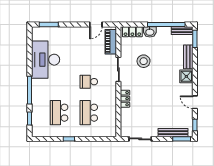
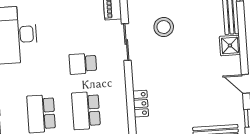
locker: (125, 99) -> (141, 104), moved

